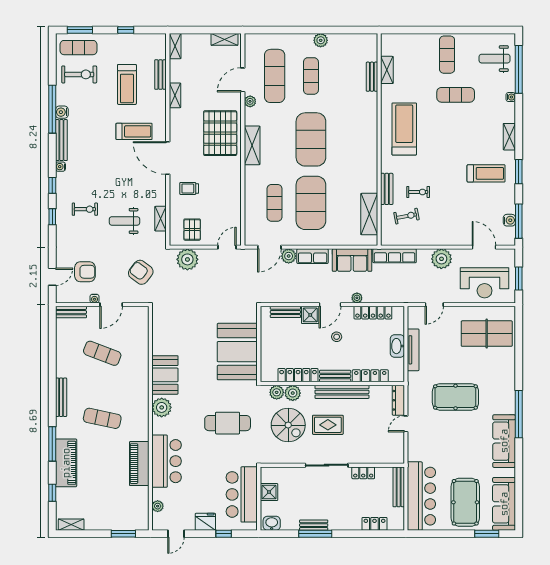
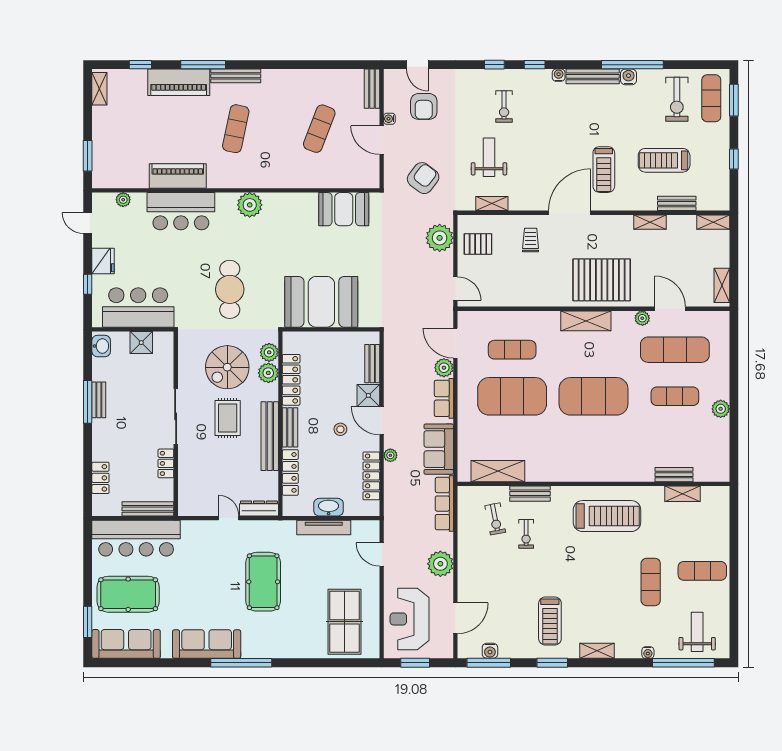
booth: (165, 375) -> (344, 209), moved
bench: (61, 397) -> (236, 76), moved

